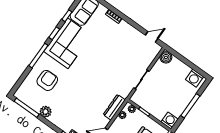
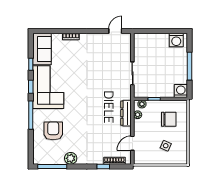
boiler: (166, 57) -> (140, 40), removed

